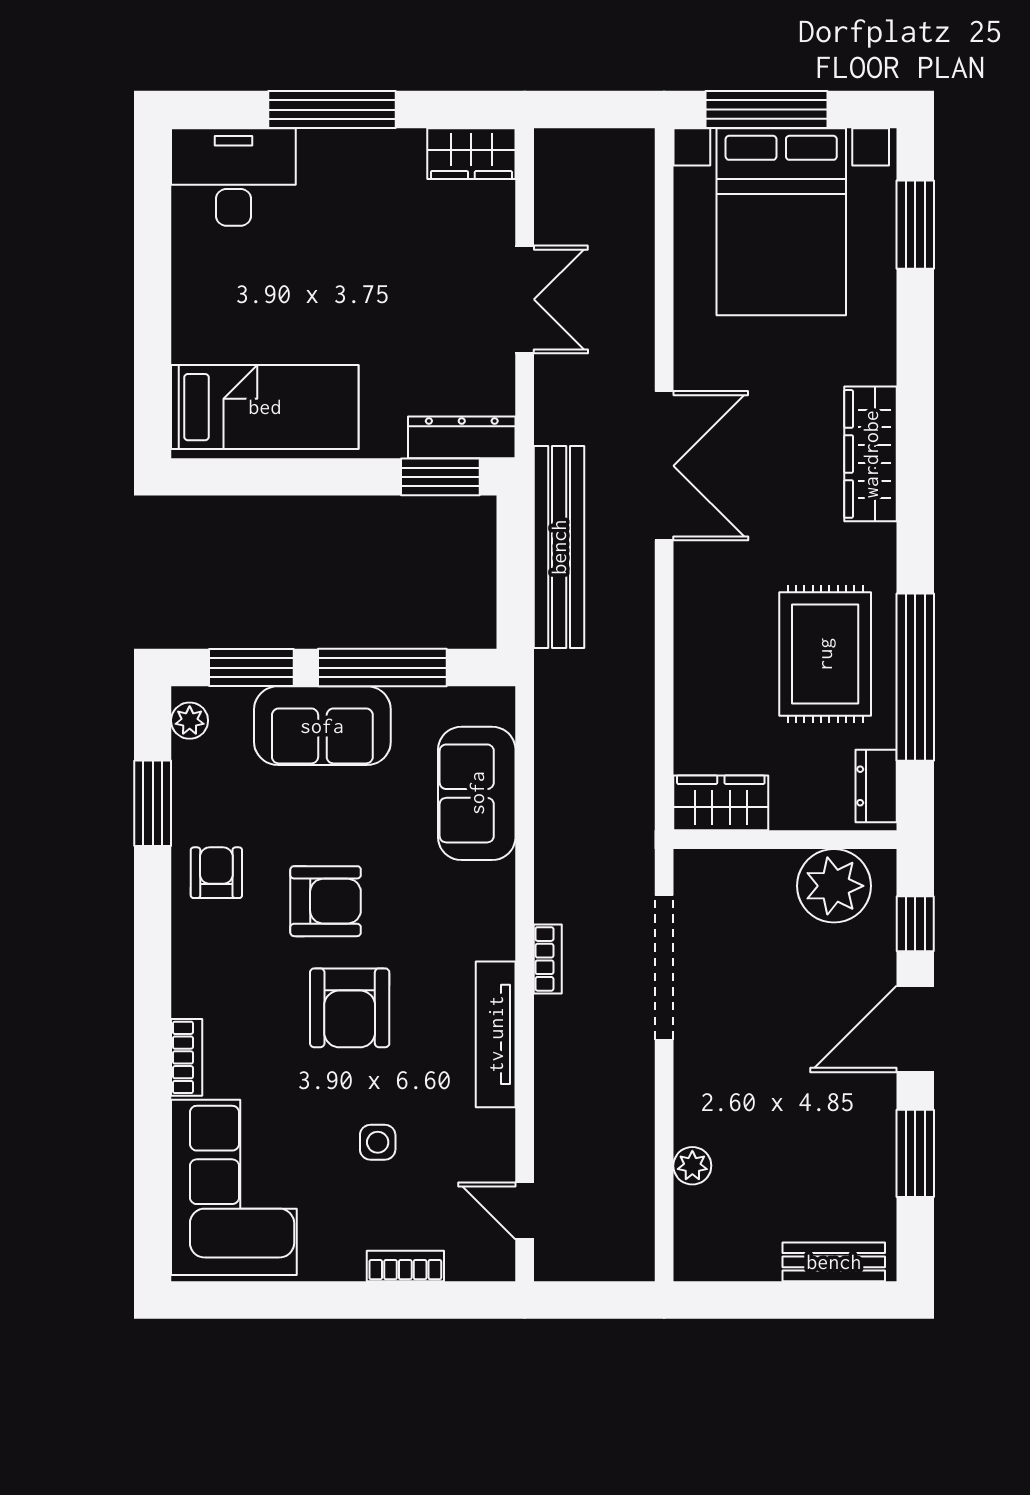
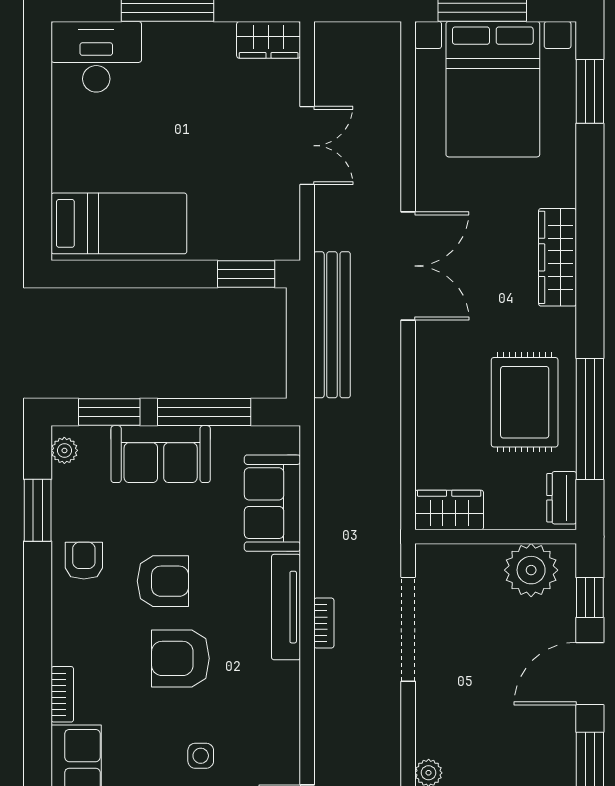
dresser: (462, 437) -> (262, 245), removed
armchair: (350, 1008) -> (180, 658), turned 90
tv unit: (496, 1034) -> (286, 607), moved

